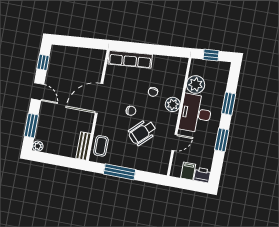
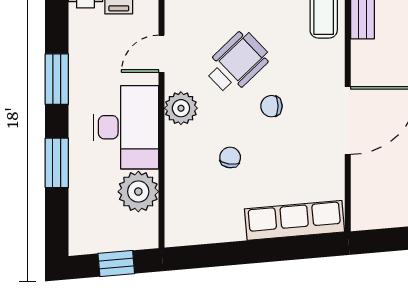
plant: (173, 104) -> (181, 108), moved

